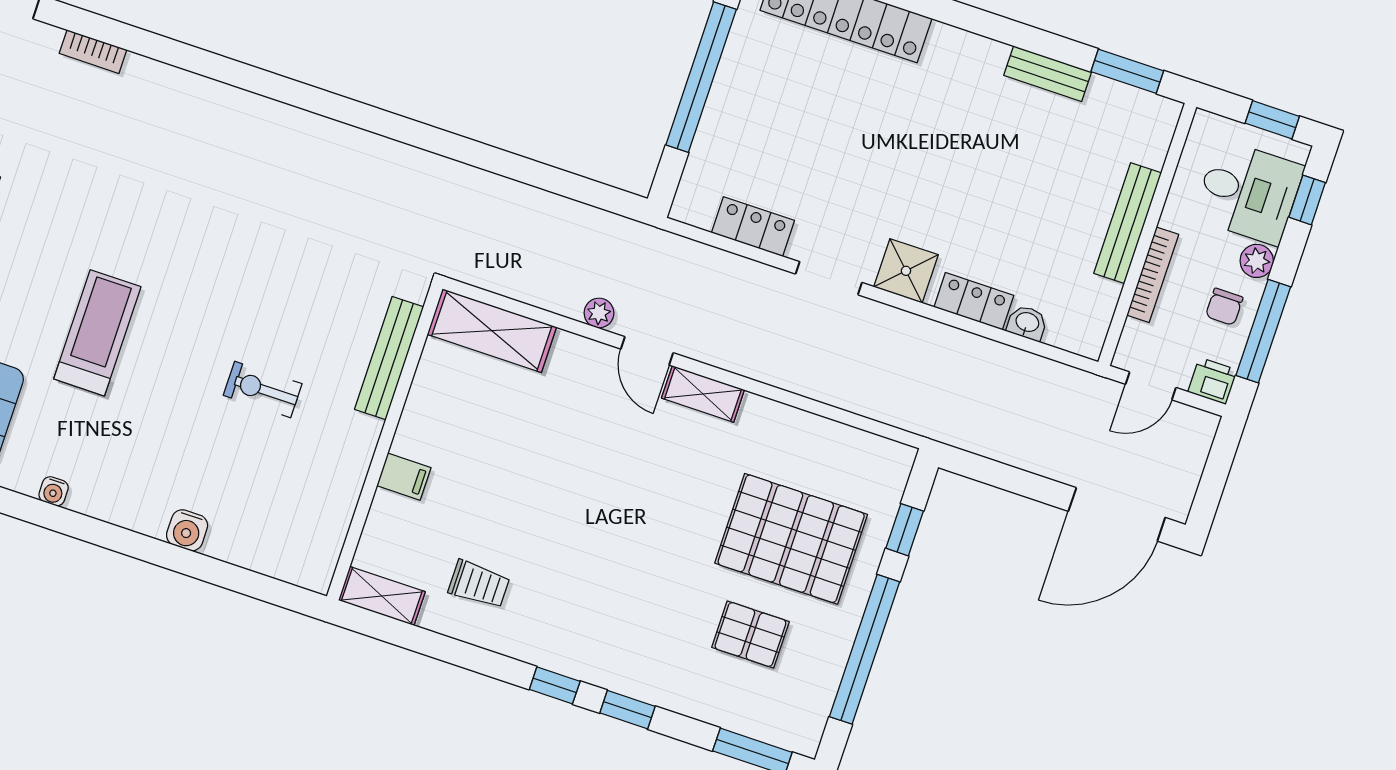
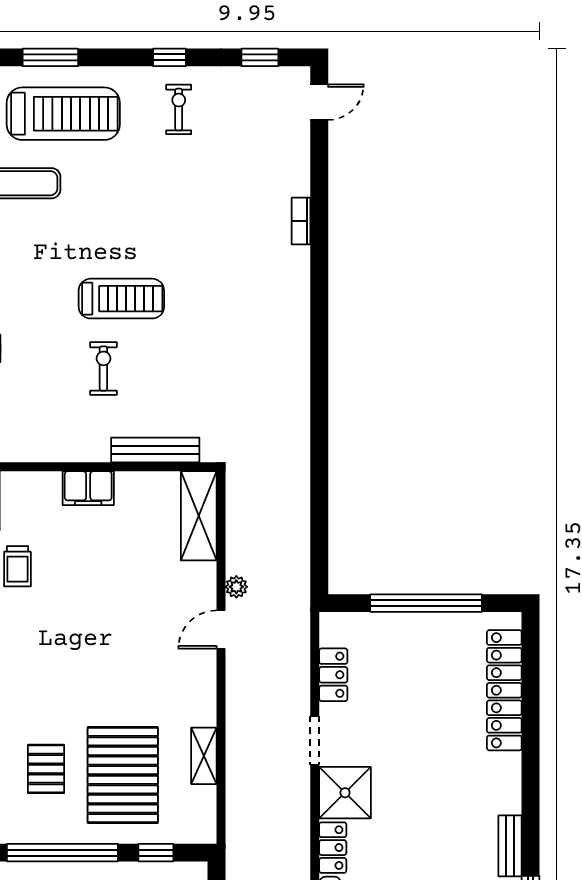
bookcase: (93, 52) -> (301, 221), moved
shower: (906, 271) -> (345, 793), width x1.36, depth x1.36
treadmill: (97, 333) -> (121, 299), moved
shelving: (703, 394) -> (204, 756), moved
filing cabinet: (404, 477) -> (88, 488), width x2.00

